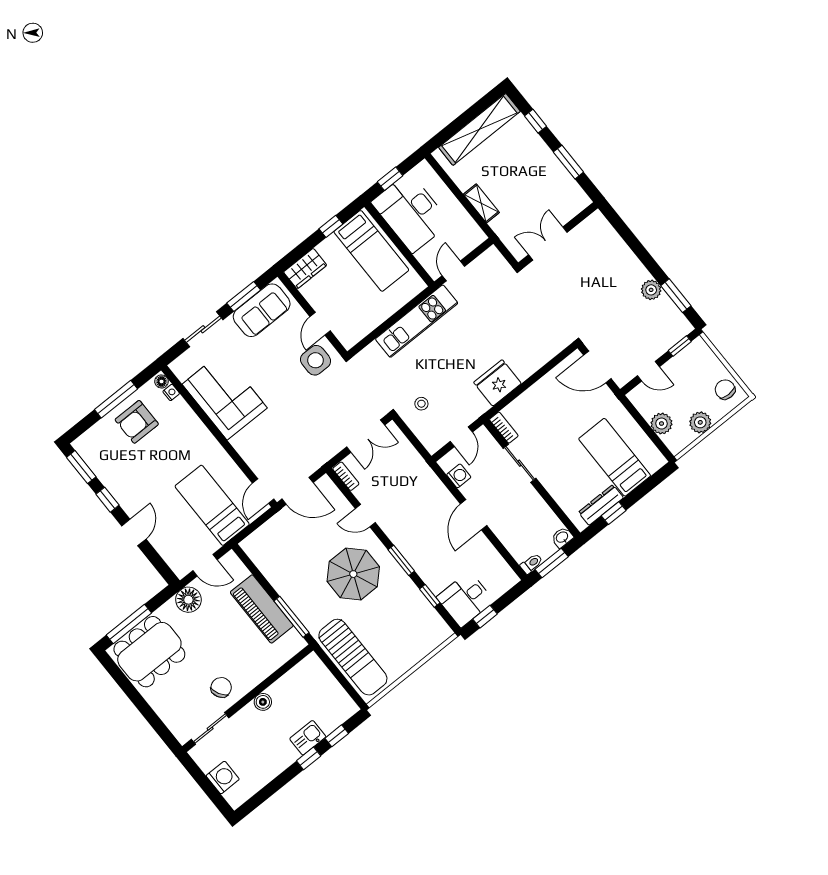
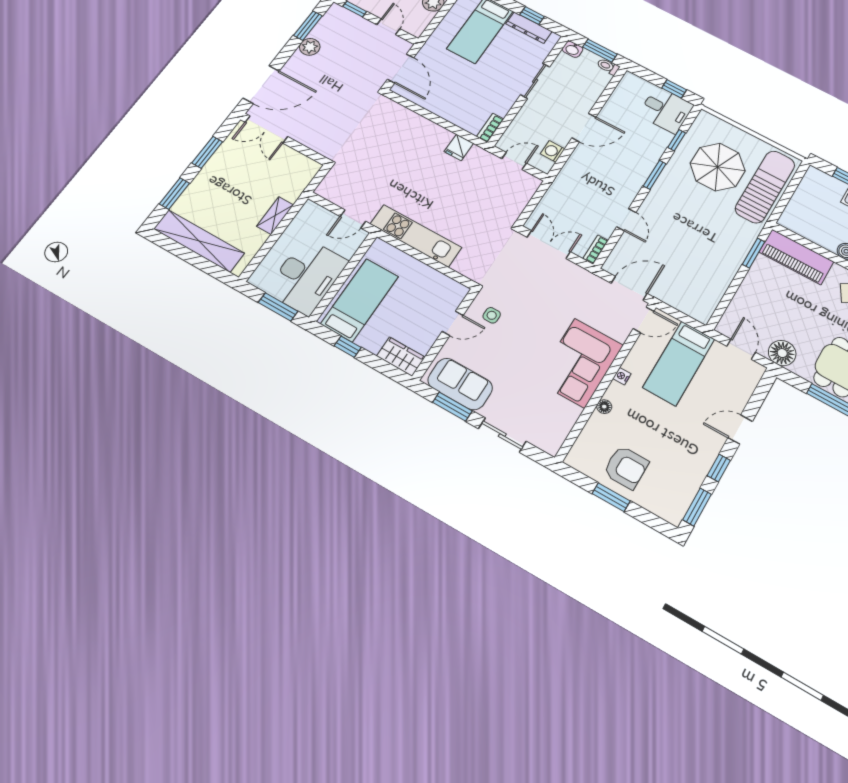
window: (535, 121) -> (174, 194), width x1.50
window: (390, 179) -> (278, 307), width x1.50
door: (625, 232) -> (261, 85), added
double door: (548, 244) -> (266, 129), moved
side table: (316, 360) -> (492, 315), width x0.54, depth x0.54
floor lamp: (162, 381) -> (604, 407), moved
fridge: (497, 383) -> (459, 147), width x0.53, depth x0.75
nightstand: (171, 393) -> (622, 376), moved
corner sofa: (225, 396) -> (580, 363), moved
window: (116, 399) -> (611, 497), width x0.69
stool: (421, 404) -> (496, 205), removed
sliding door: (520, 463) -> (535, 81), moved
door: (298, 491) -> (629, 288), hinge flipped
parasol: (353, 574) -> (718, 167), moved
piano: (262, 609) -> (796, 257), moved, turned 90
window: (291, 617) -> (753, 253), width x0.69

